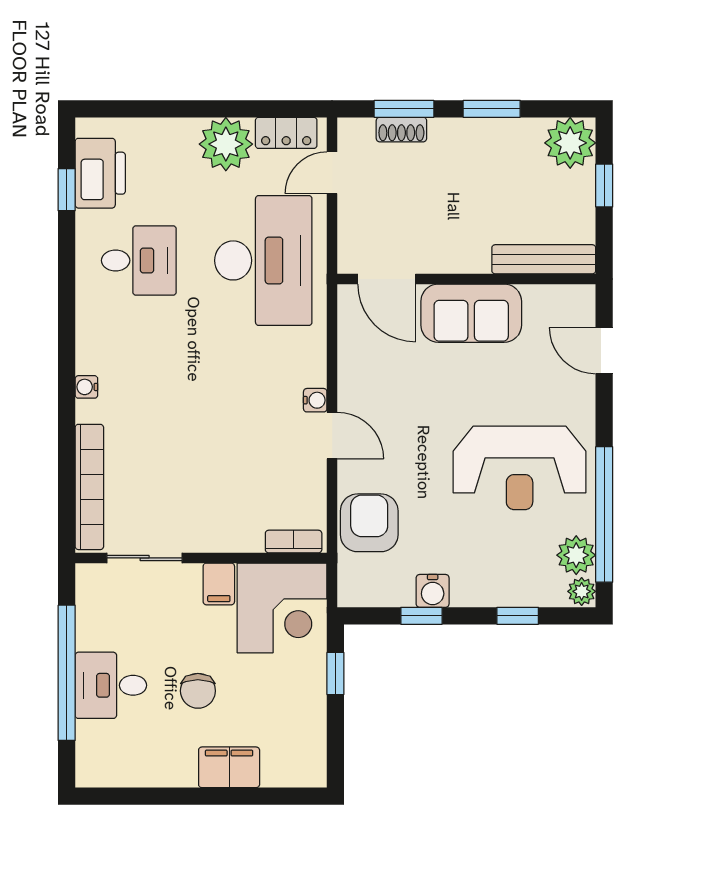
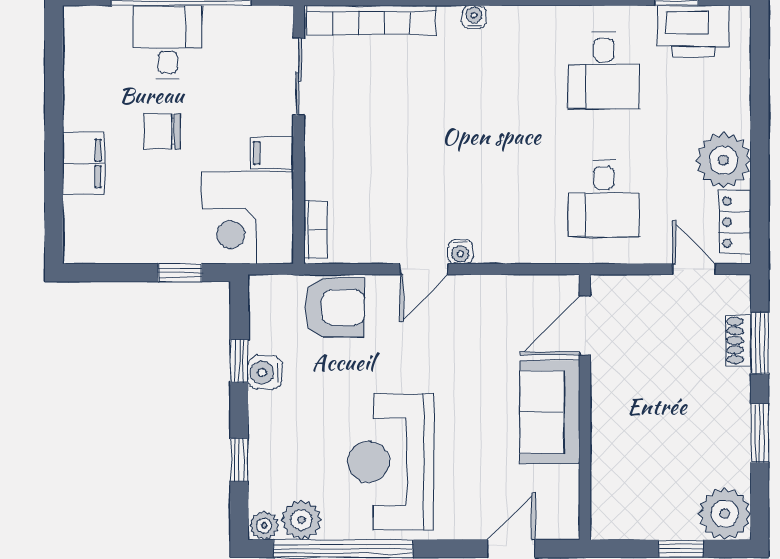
bench: (544, 259) -> (605, 487), removed
desk: (263, 260) -> (604, 199), width x0.53, depth x0.77

